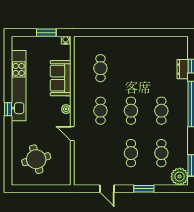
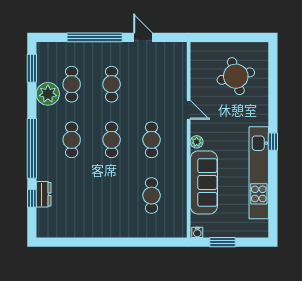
sofa: (61, 78) -> (204, 182), width x1.36
plant: (180, 177) -> (48, 94), moved
window: (144, 189) -> (95, 37), width x2.11

